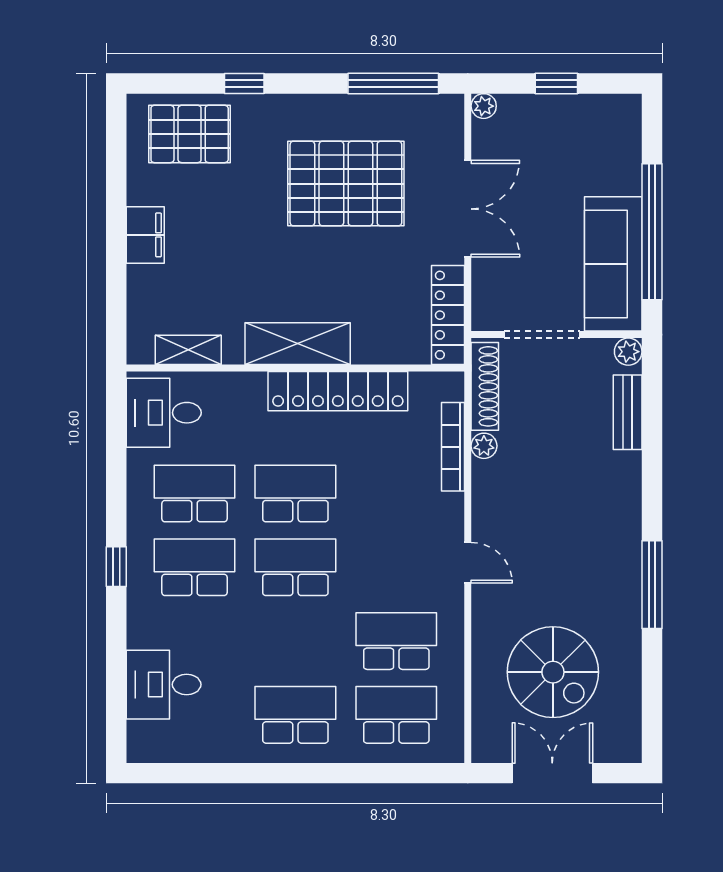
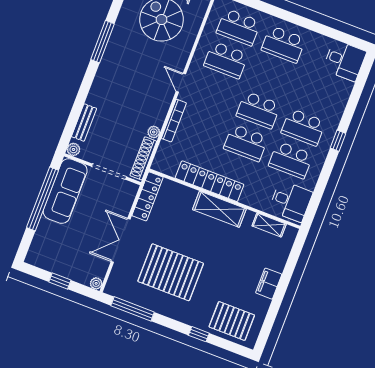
bookcase: (453, 447) -> (174, 121), moved
desk: (164, 685) -> (345, 61), moved

